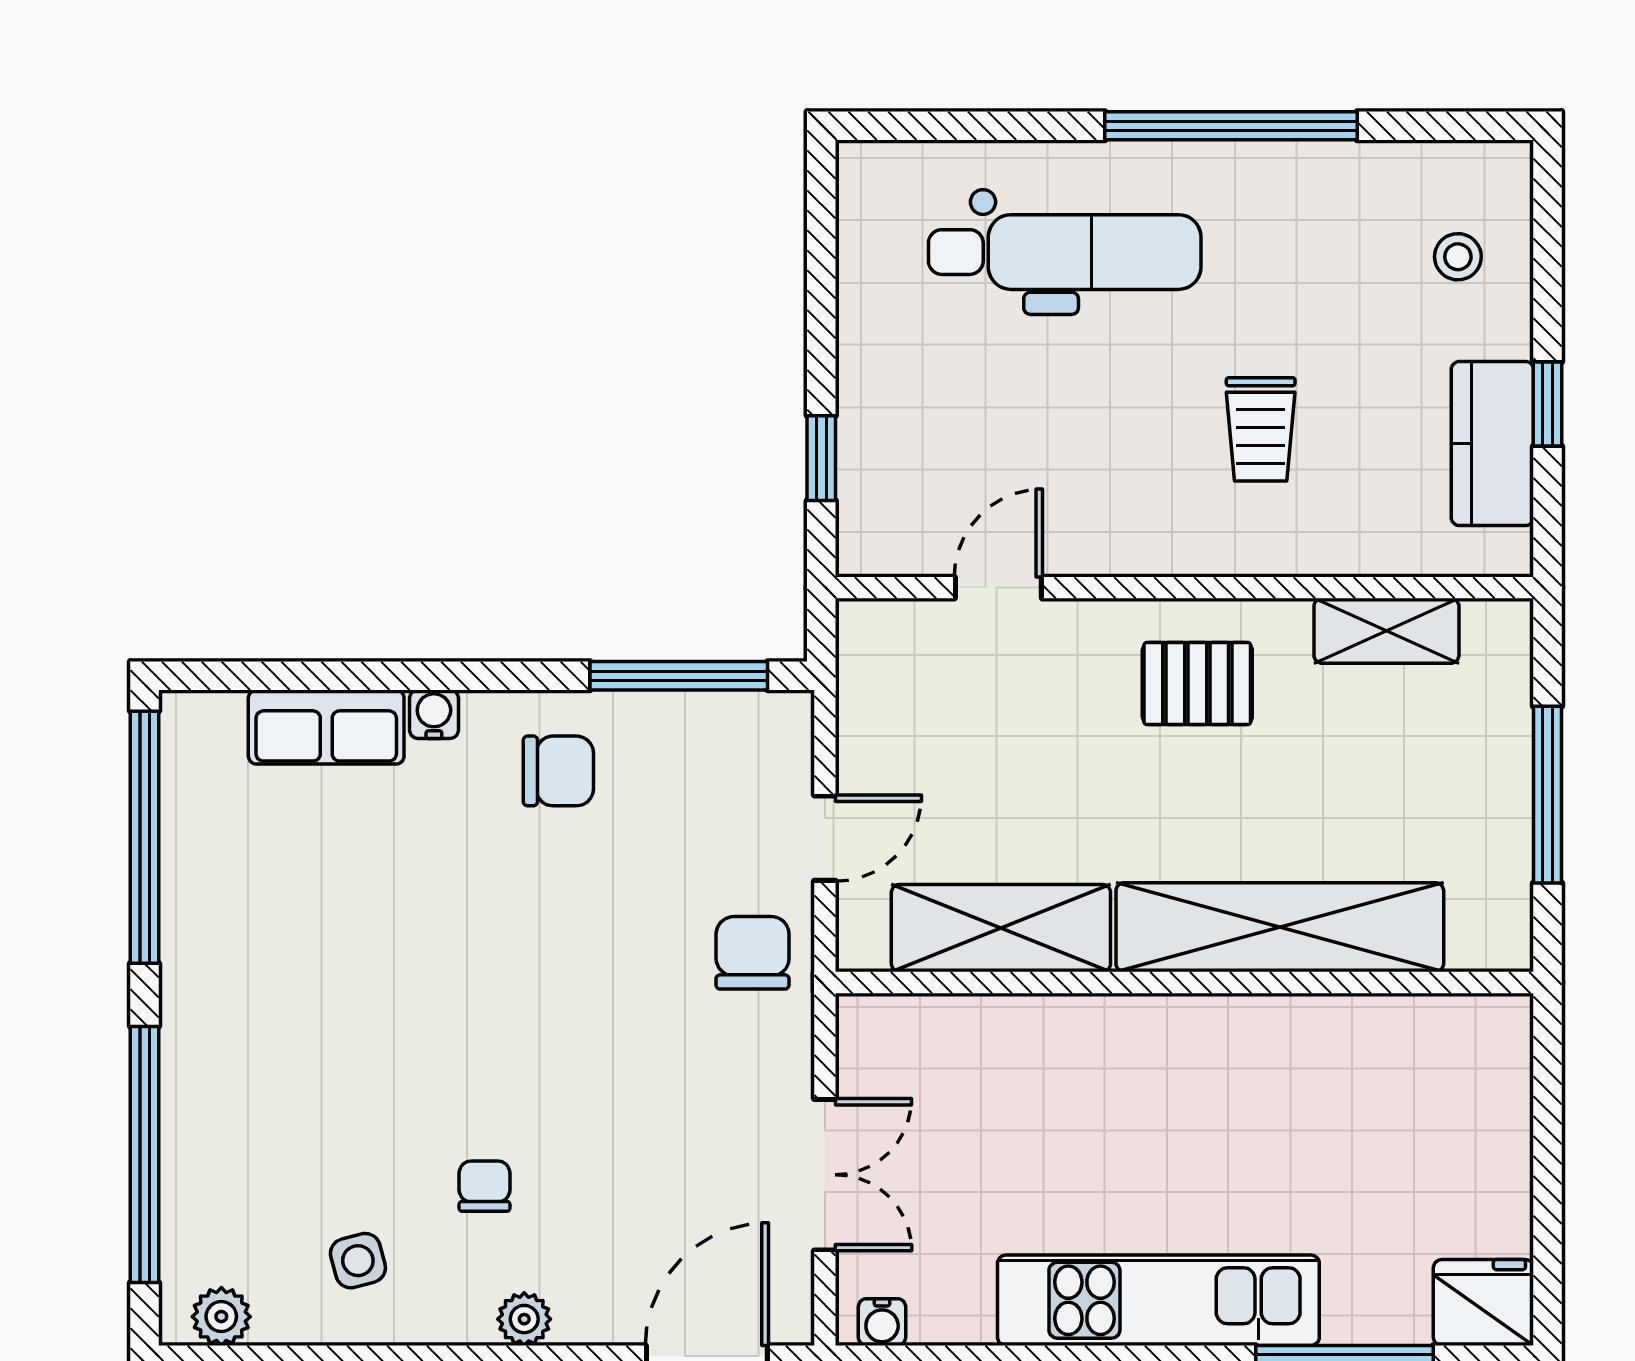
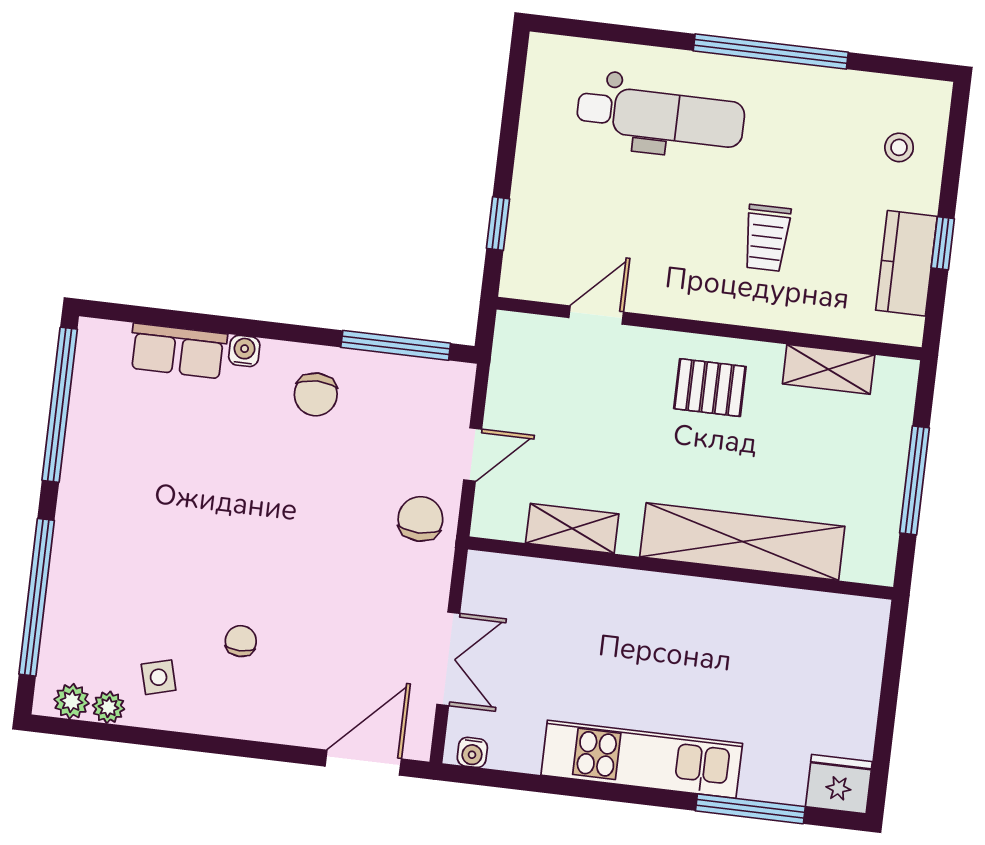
chair: (558, 771) -> (316, 394), turned 90
shelving: (1001, 928) -> (572, 529), width x0.67, depth x0.75
plant: (524, 1319) -> (109, 707), moved

